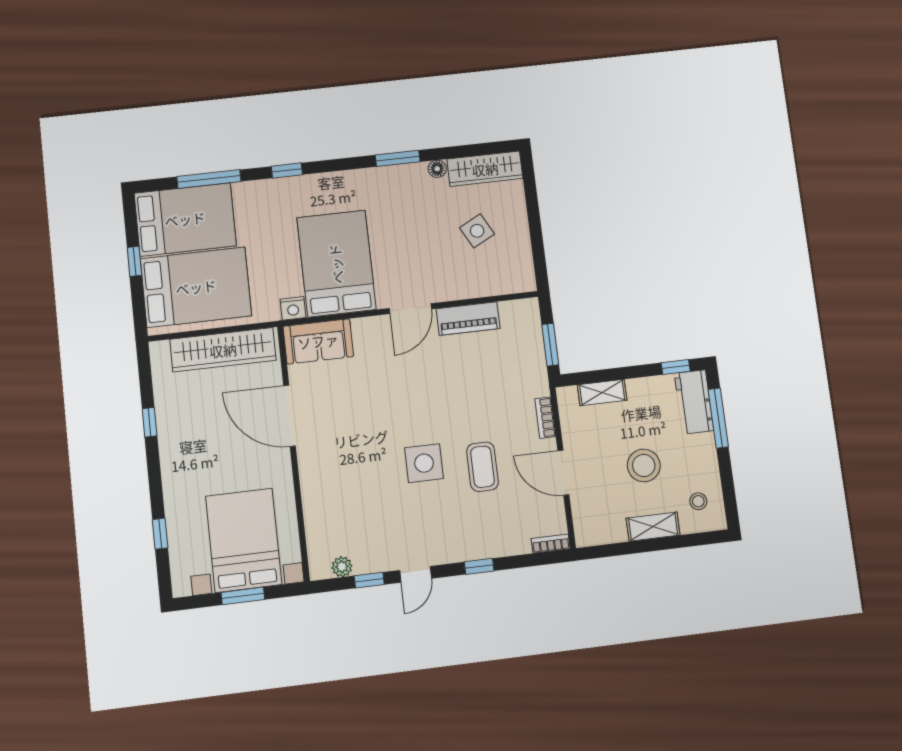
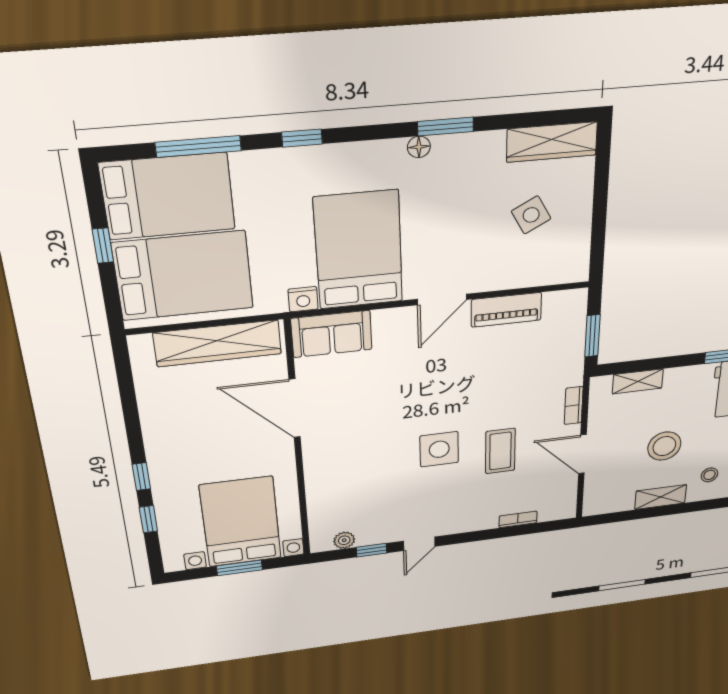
floor lamp: (437, 169) -> (419, 147), moved
window: (150, 422) -> (141, 476), moved
bookcase: (551, 544) -> (518, 519), moved
window: (479, 566) -> (484, 535), removed

